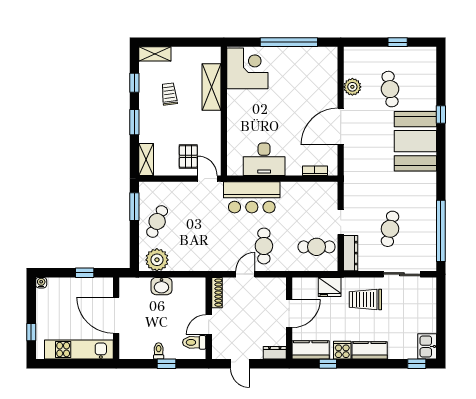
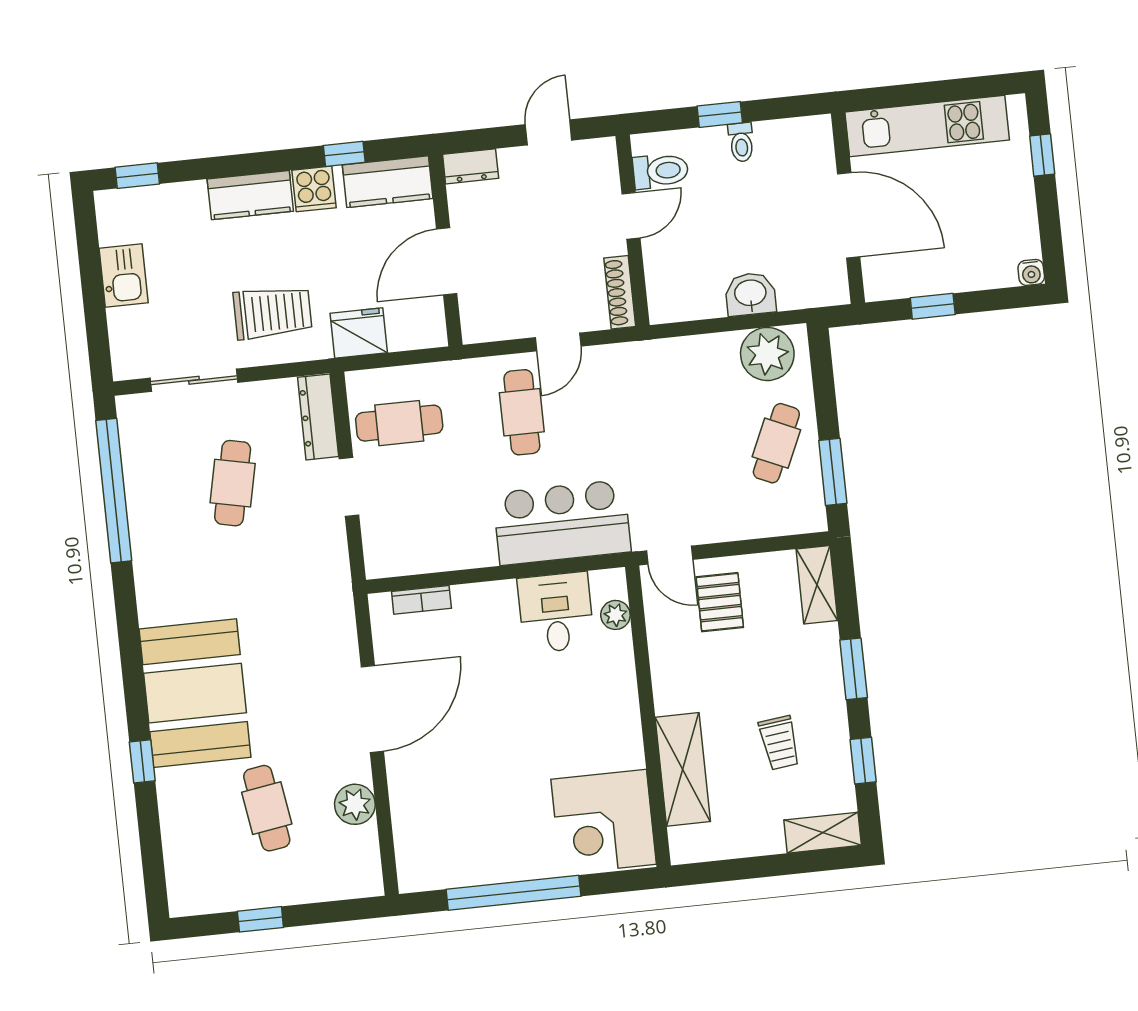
plant: (233, 156) -> (615, 615), added
desk: (264, 159) -> (556, 613), width x0.73
kitchen sink: (427, 346) -> (124, 276), moved
door: (240, 364) -> (549, 132), hinge flipped

